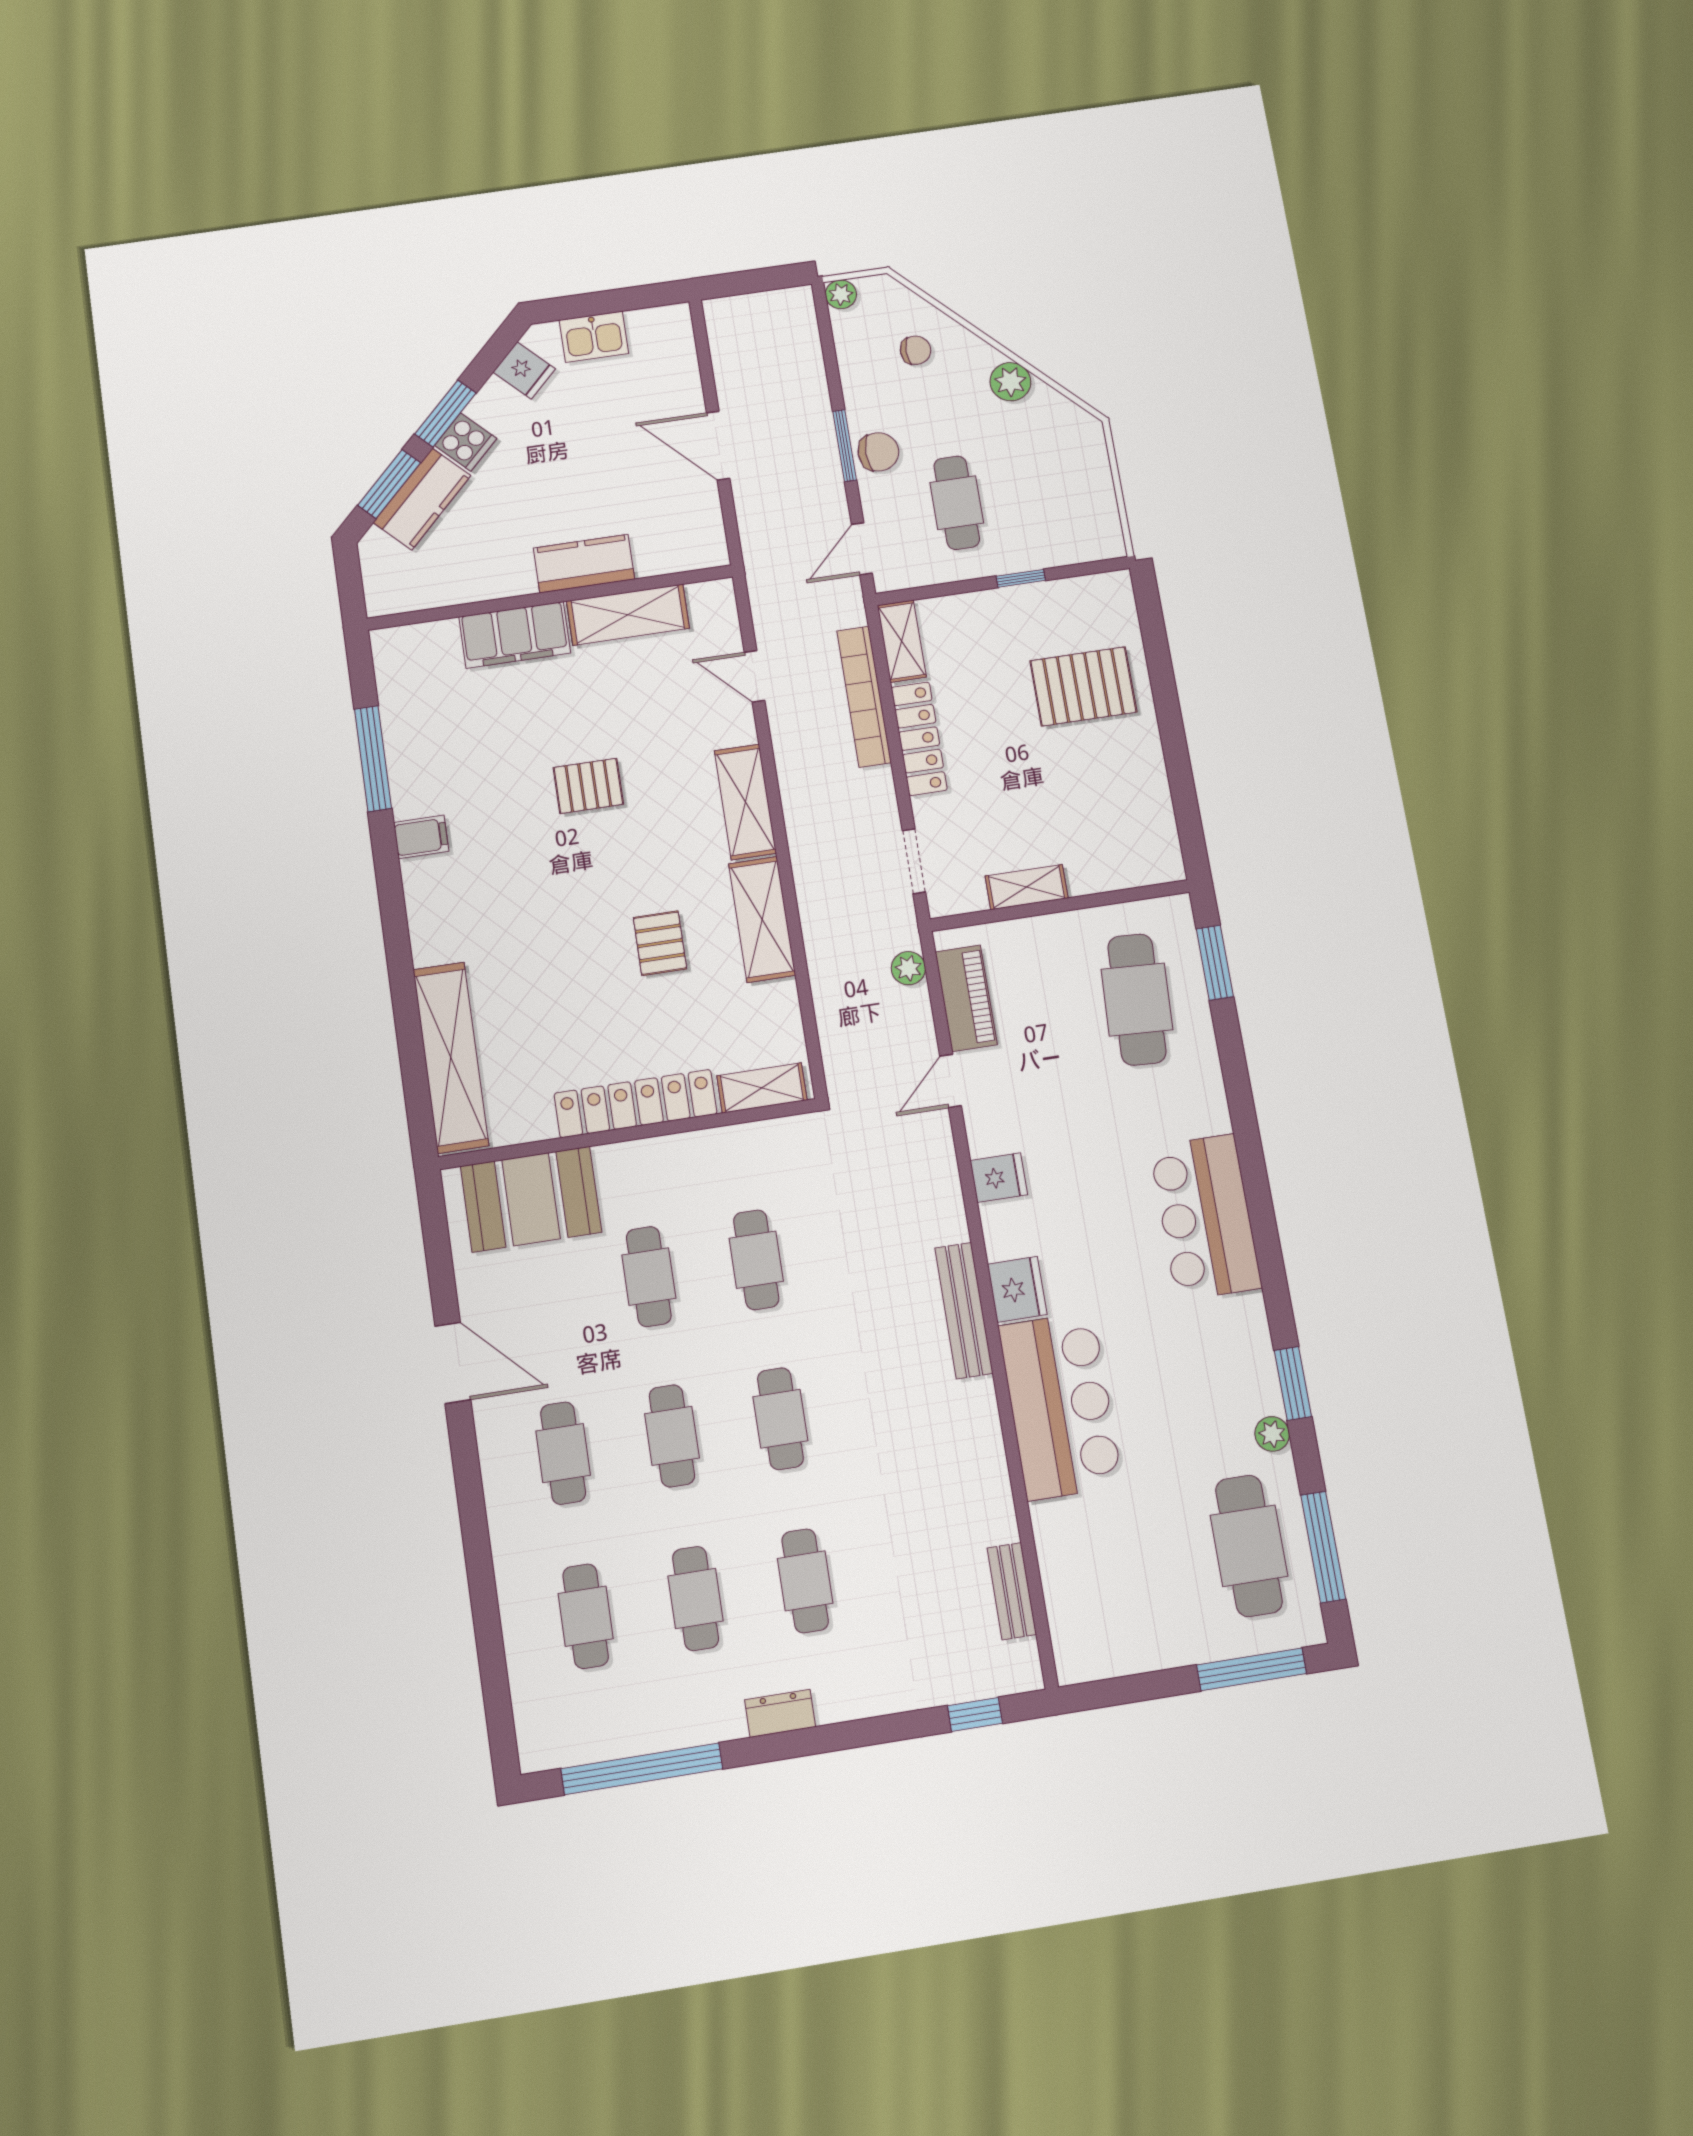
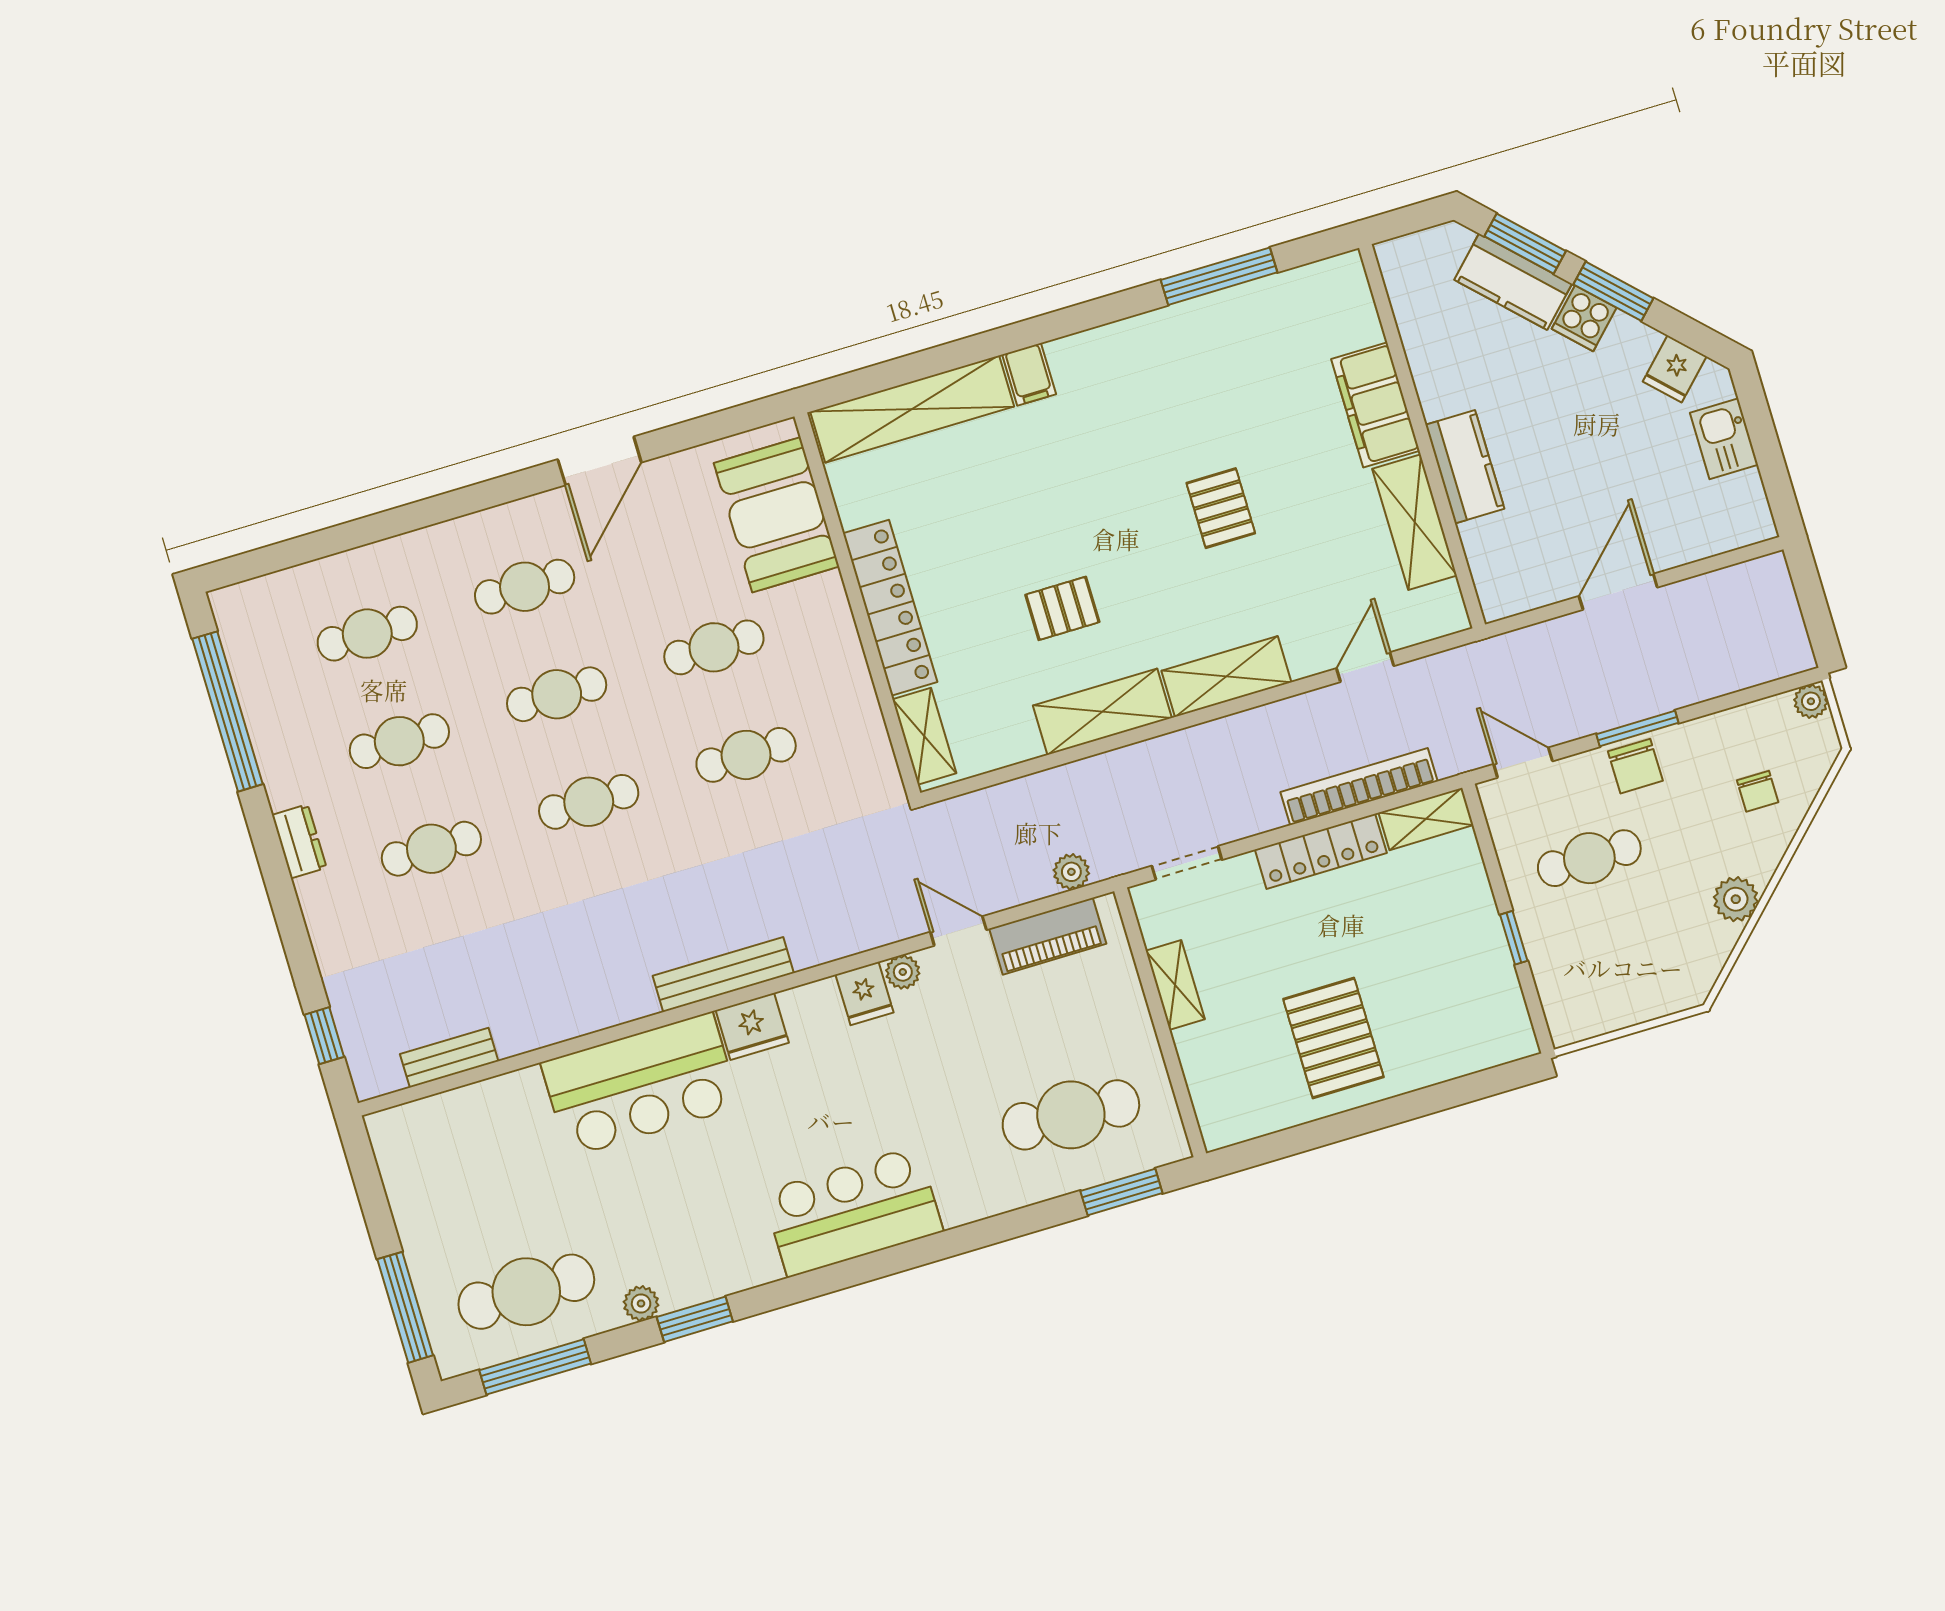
pallet: (1083, 686) -> (1333, 1038), moved
filing cabinet: (421, 837) -> (1029, 374), moved
plant: (983, 1139) -> (903, 972), added

